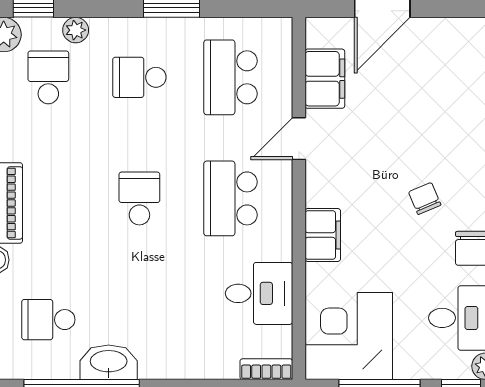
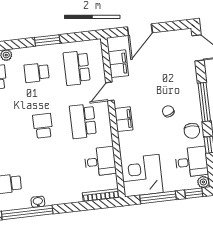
filing cabinet: (323, 235) -> (124, 119), moved
washbasin: (109, 362) -> (38, 202), width x0.52, depth x0.69
bookcase: (266, 369) -> (101, 195), width x1.56

